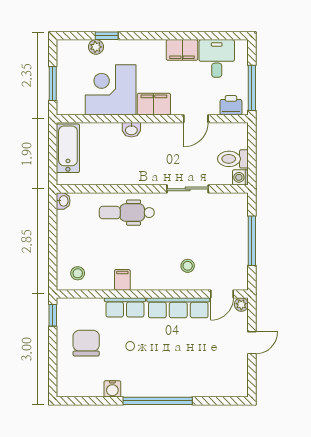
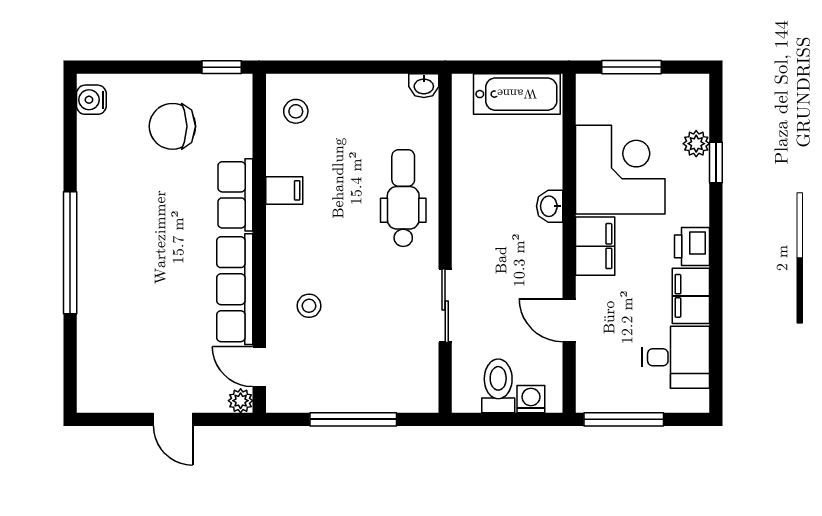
printer: (231, 105) -> (692, 246), moved, turned 180
washing machine: (240, 177) -> (531, 399), moved
chair: (86, 343) -> (172, 126), turned 180
water cooler: (112, 389) -> (91, 100), moved

